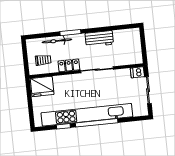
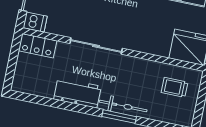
bicycle: (57, 41) -> (123, 106), moved
locker: (69, 65) -> (38, 46), moved

